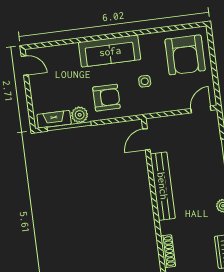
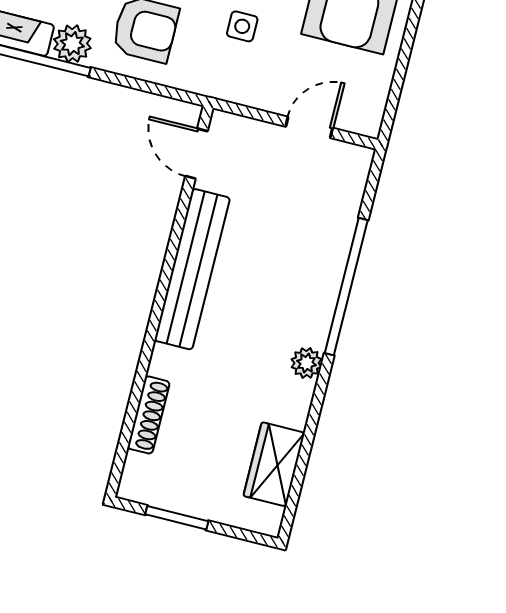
door: (201, 109) -> (309, 127), moved
door: (146, 139) -> (196, 154), hinge flipped

